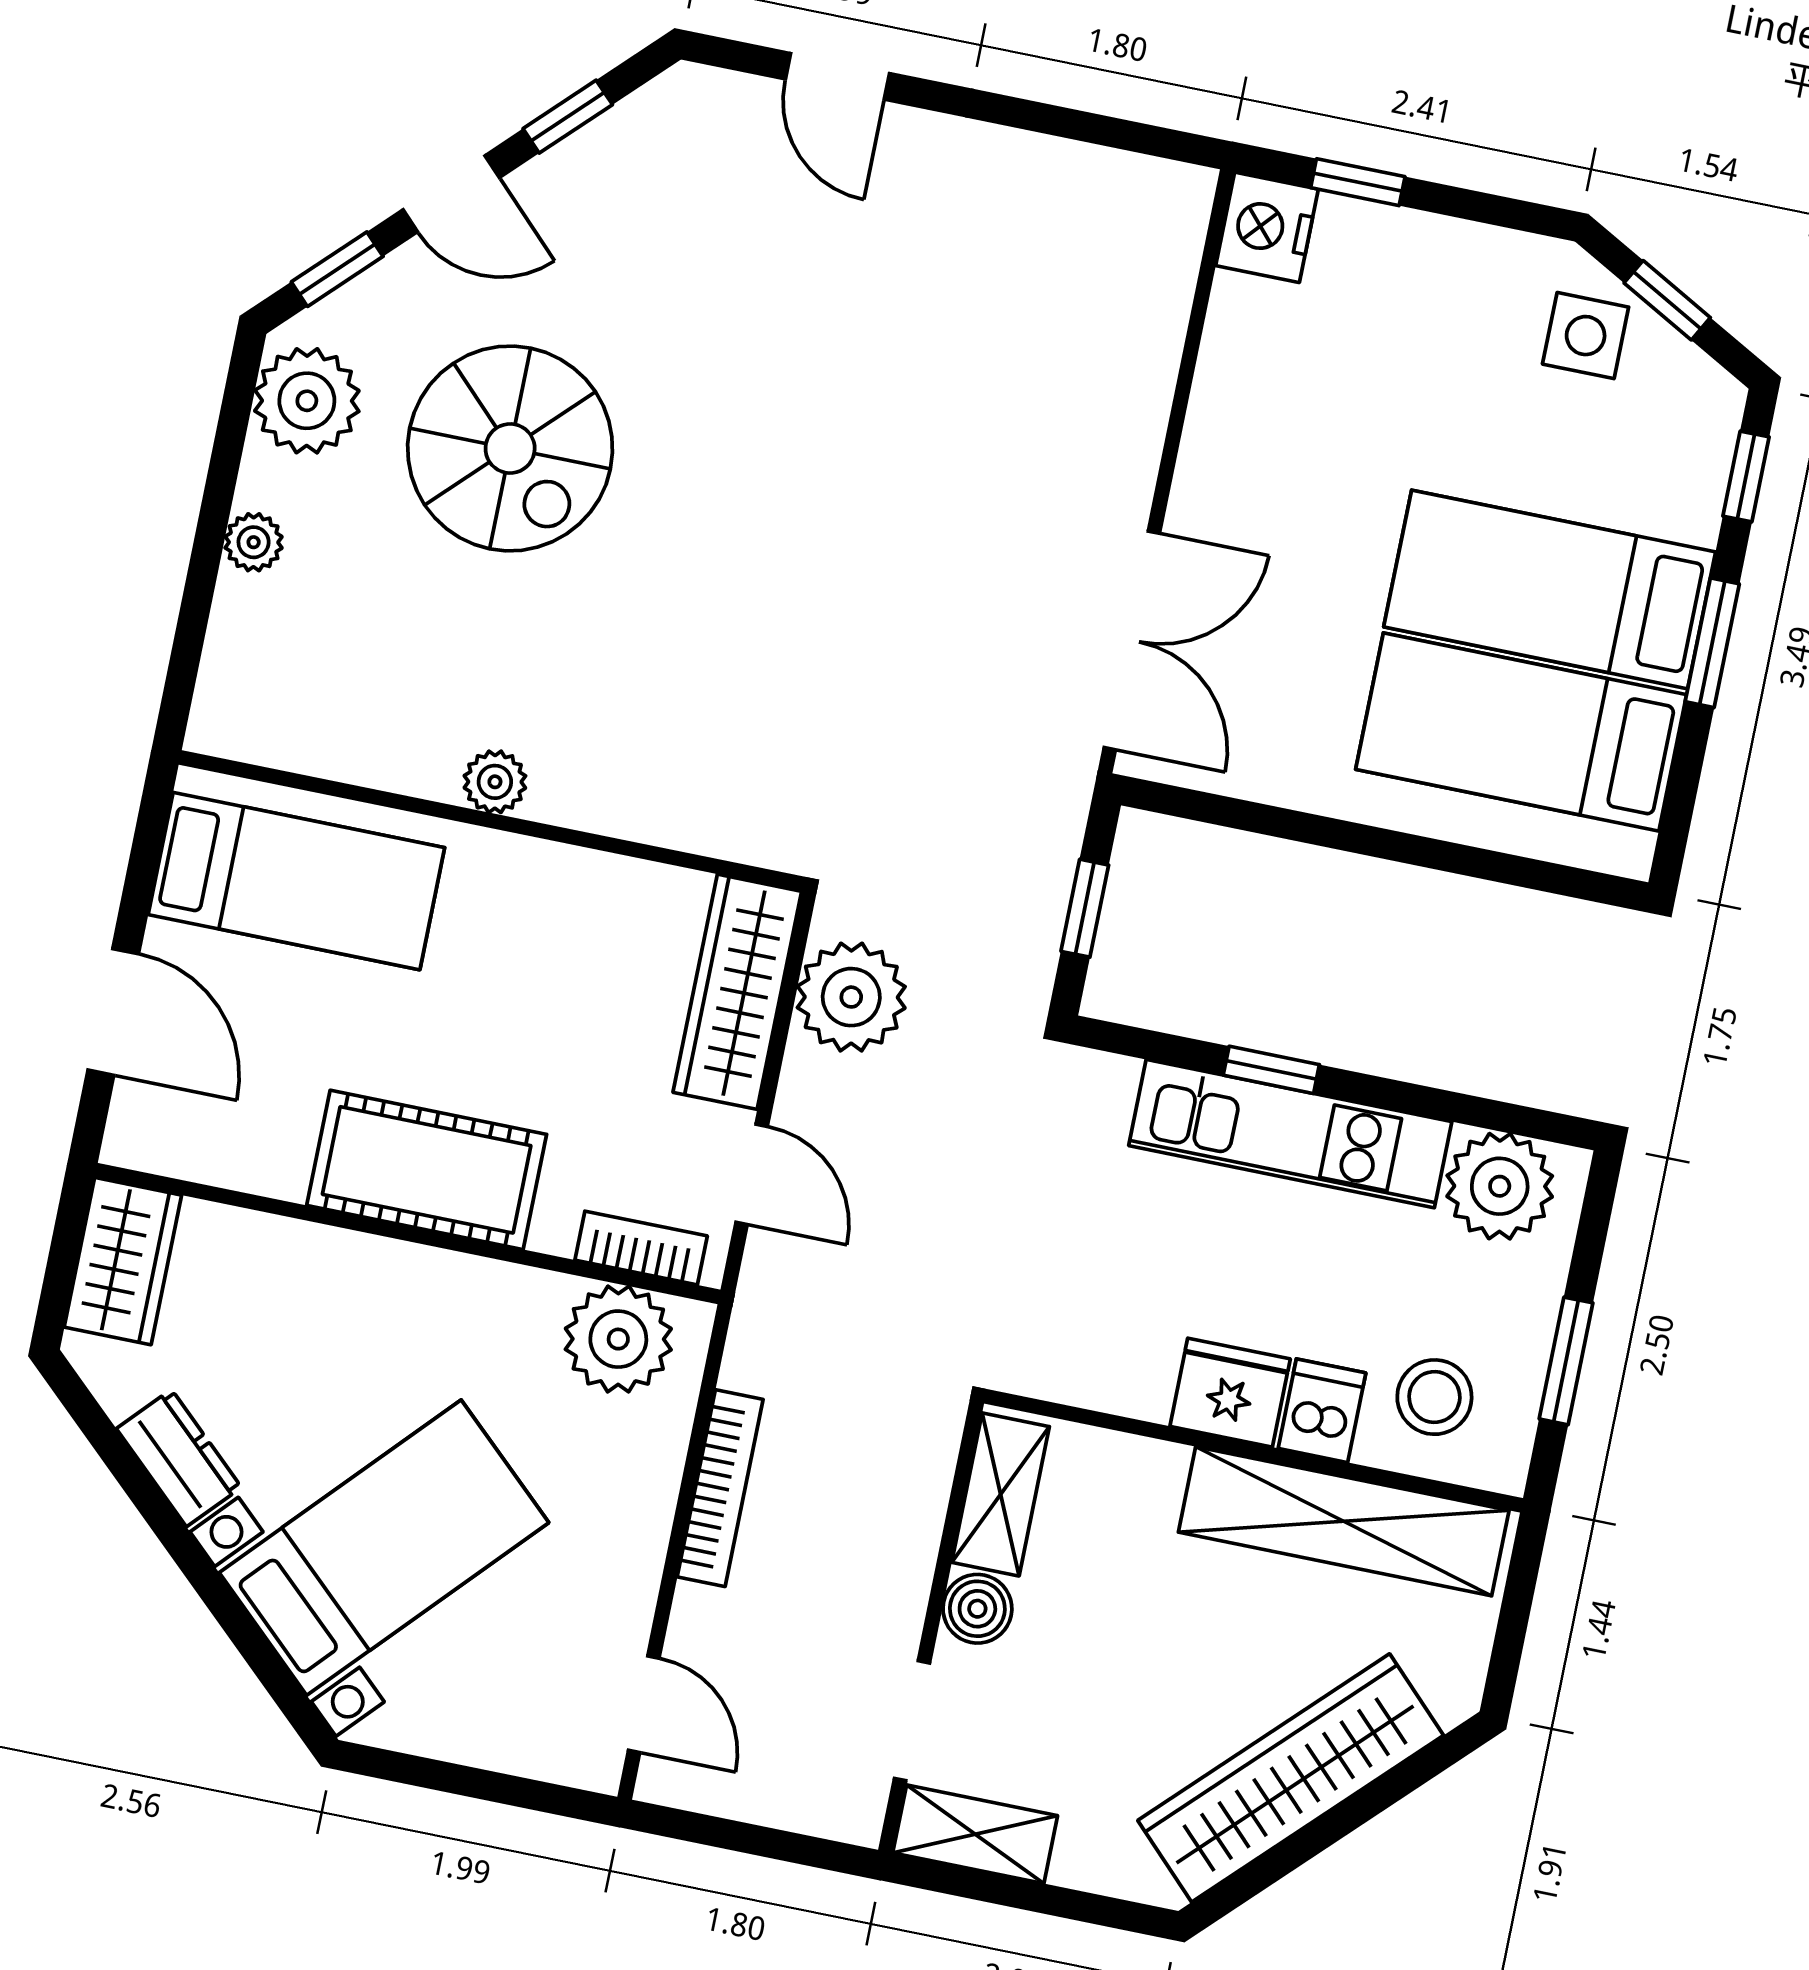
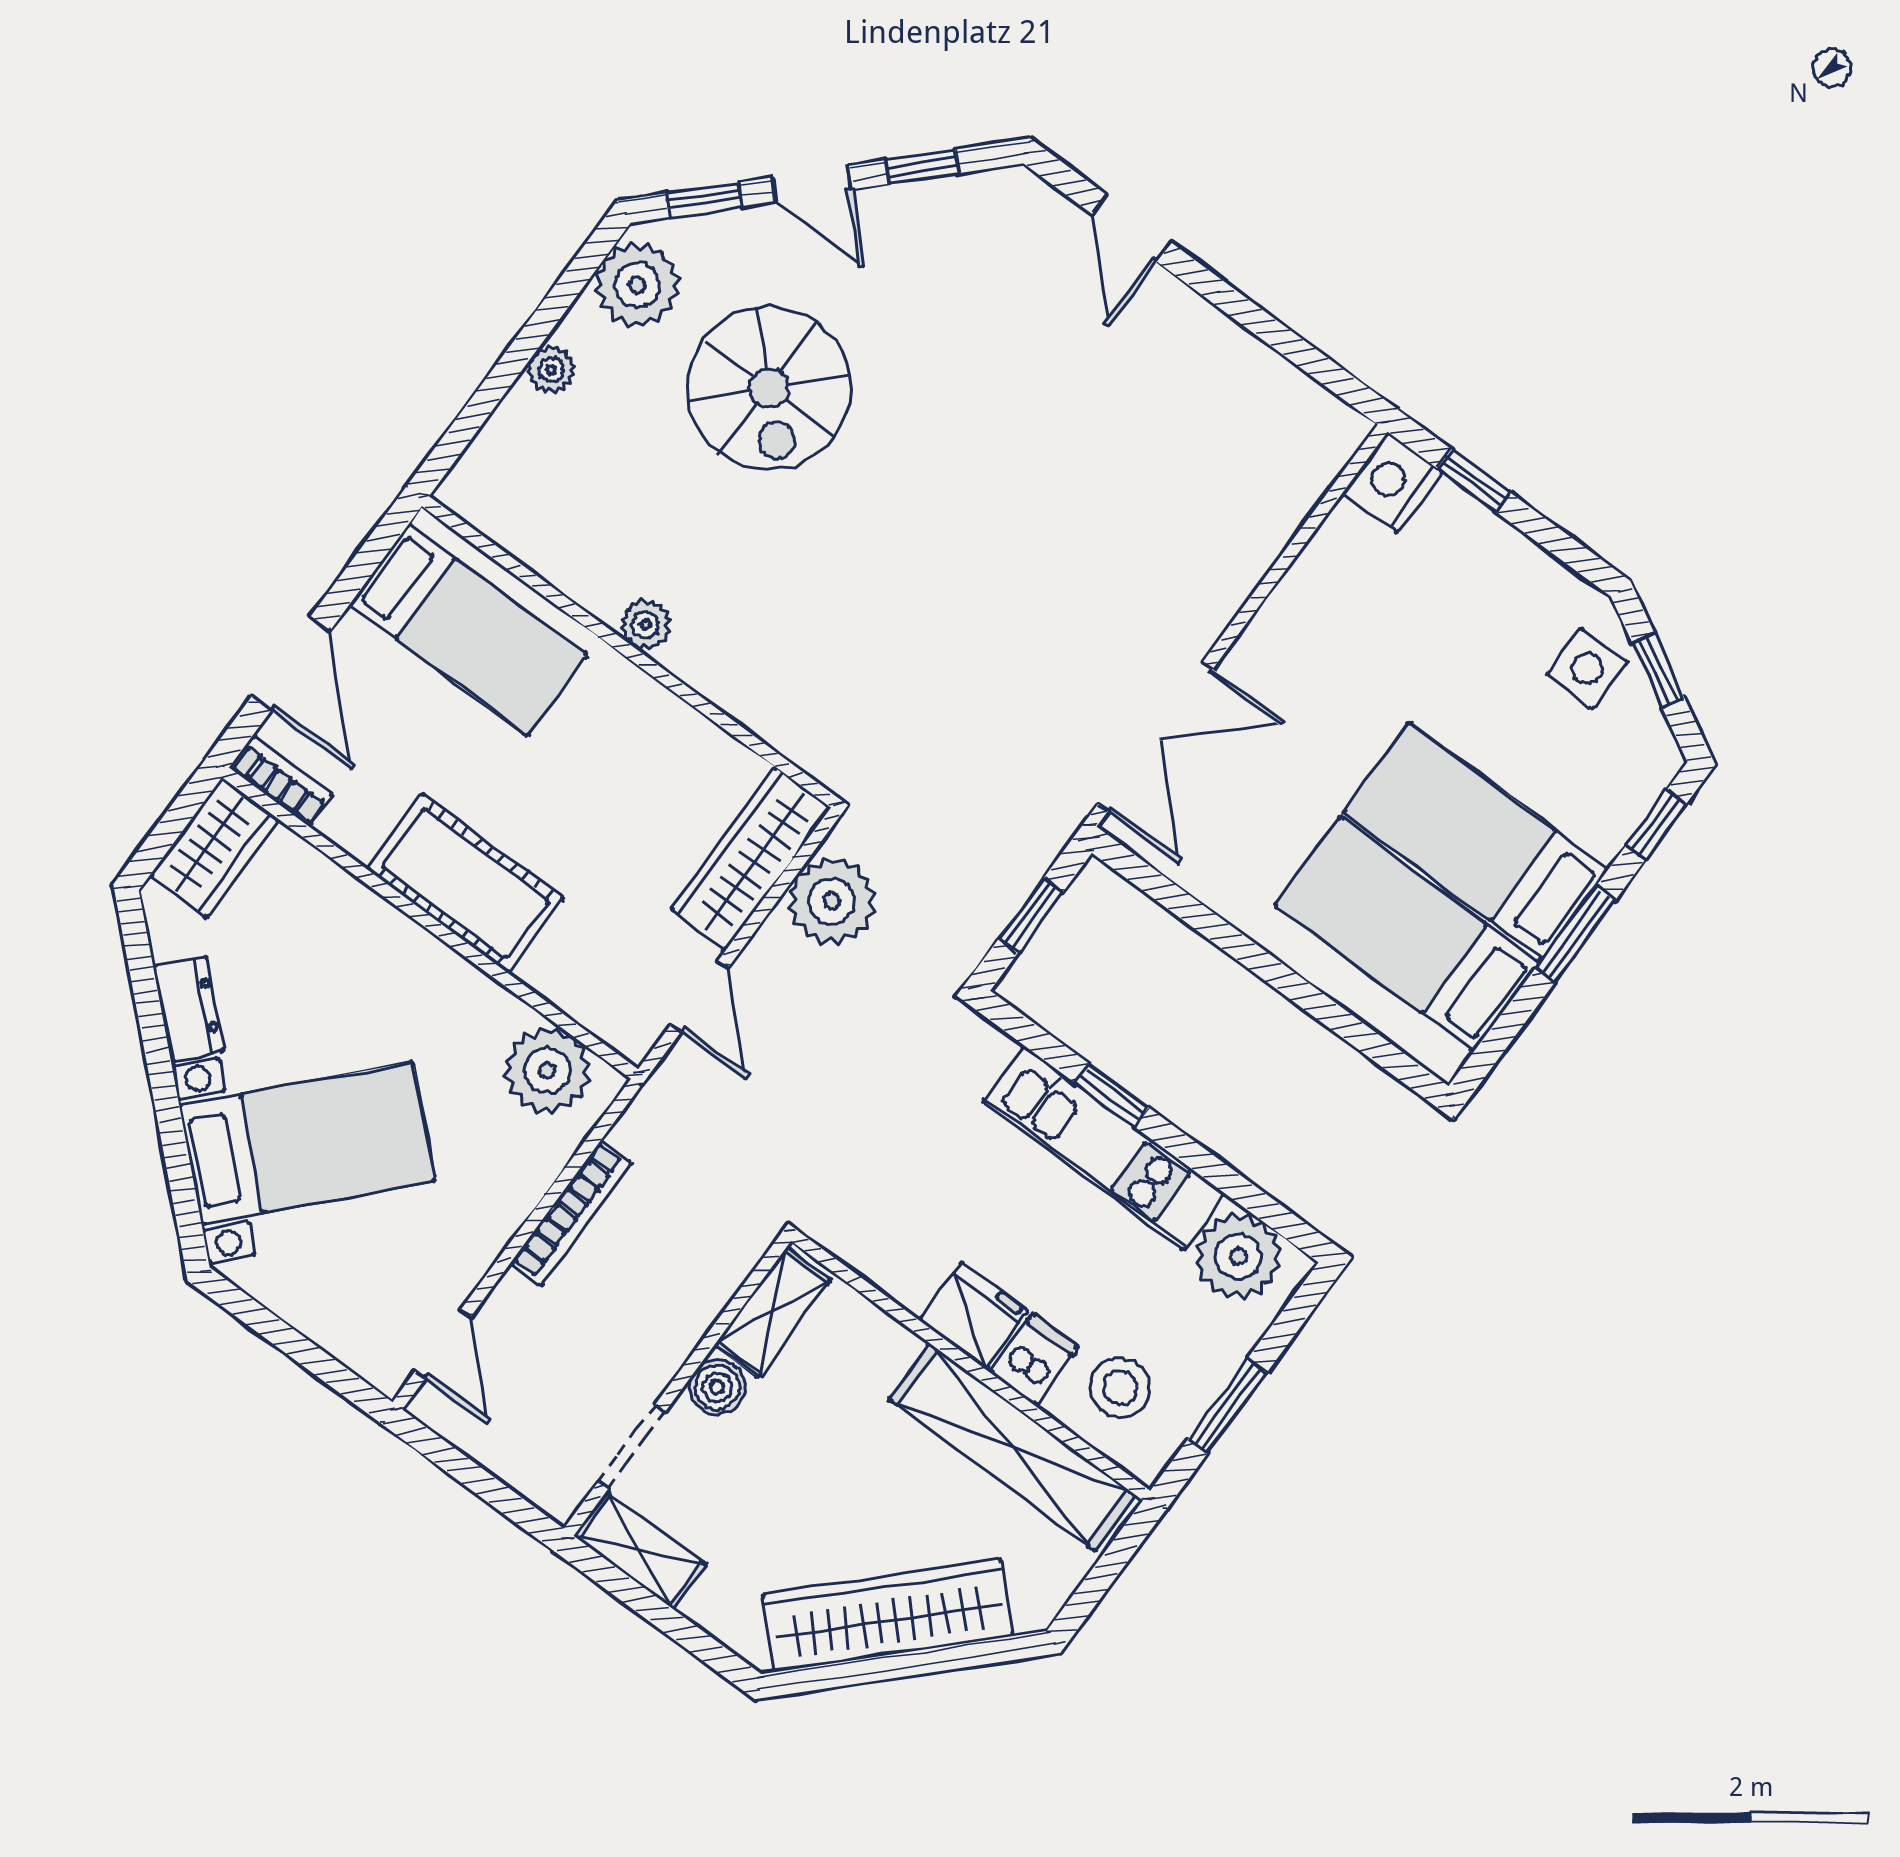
bookcase: (641, 1248) -> (281, 781), moved

